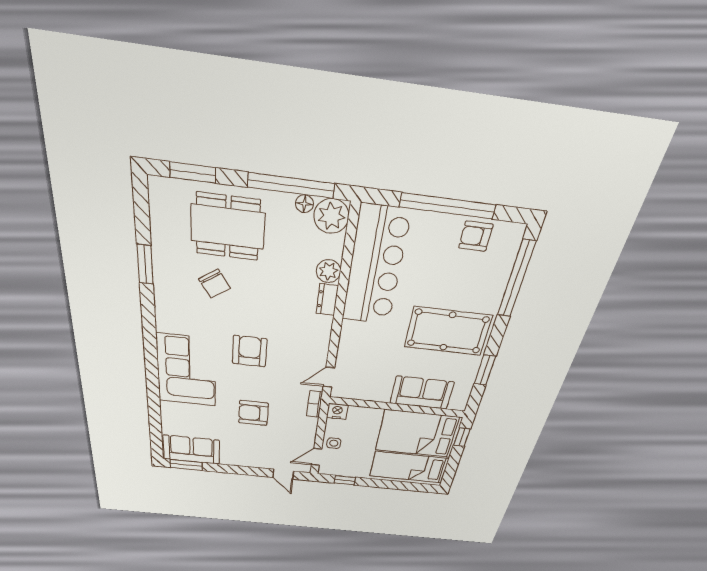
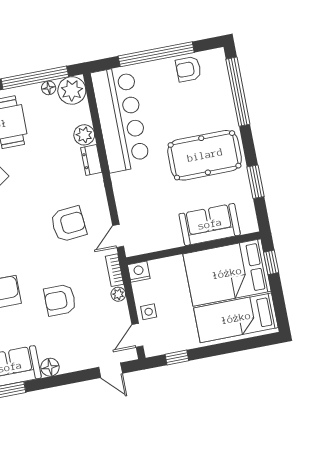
armchair: (250, 351) -> (68, 224), moved, turned 85
plant: (311, 423) -> (118, 294), added
floor lamp: (229, 459) -> (50, 367), added

